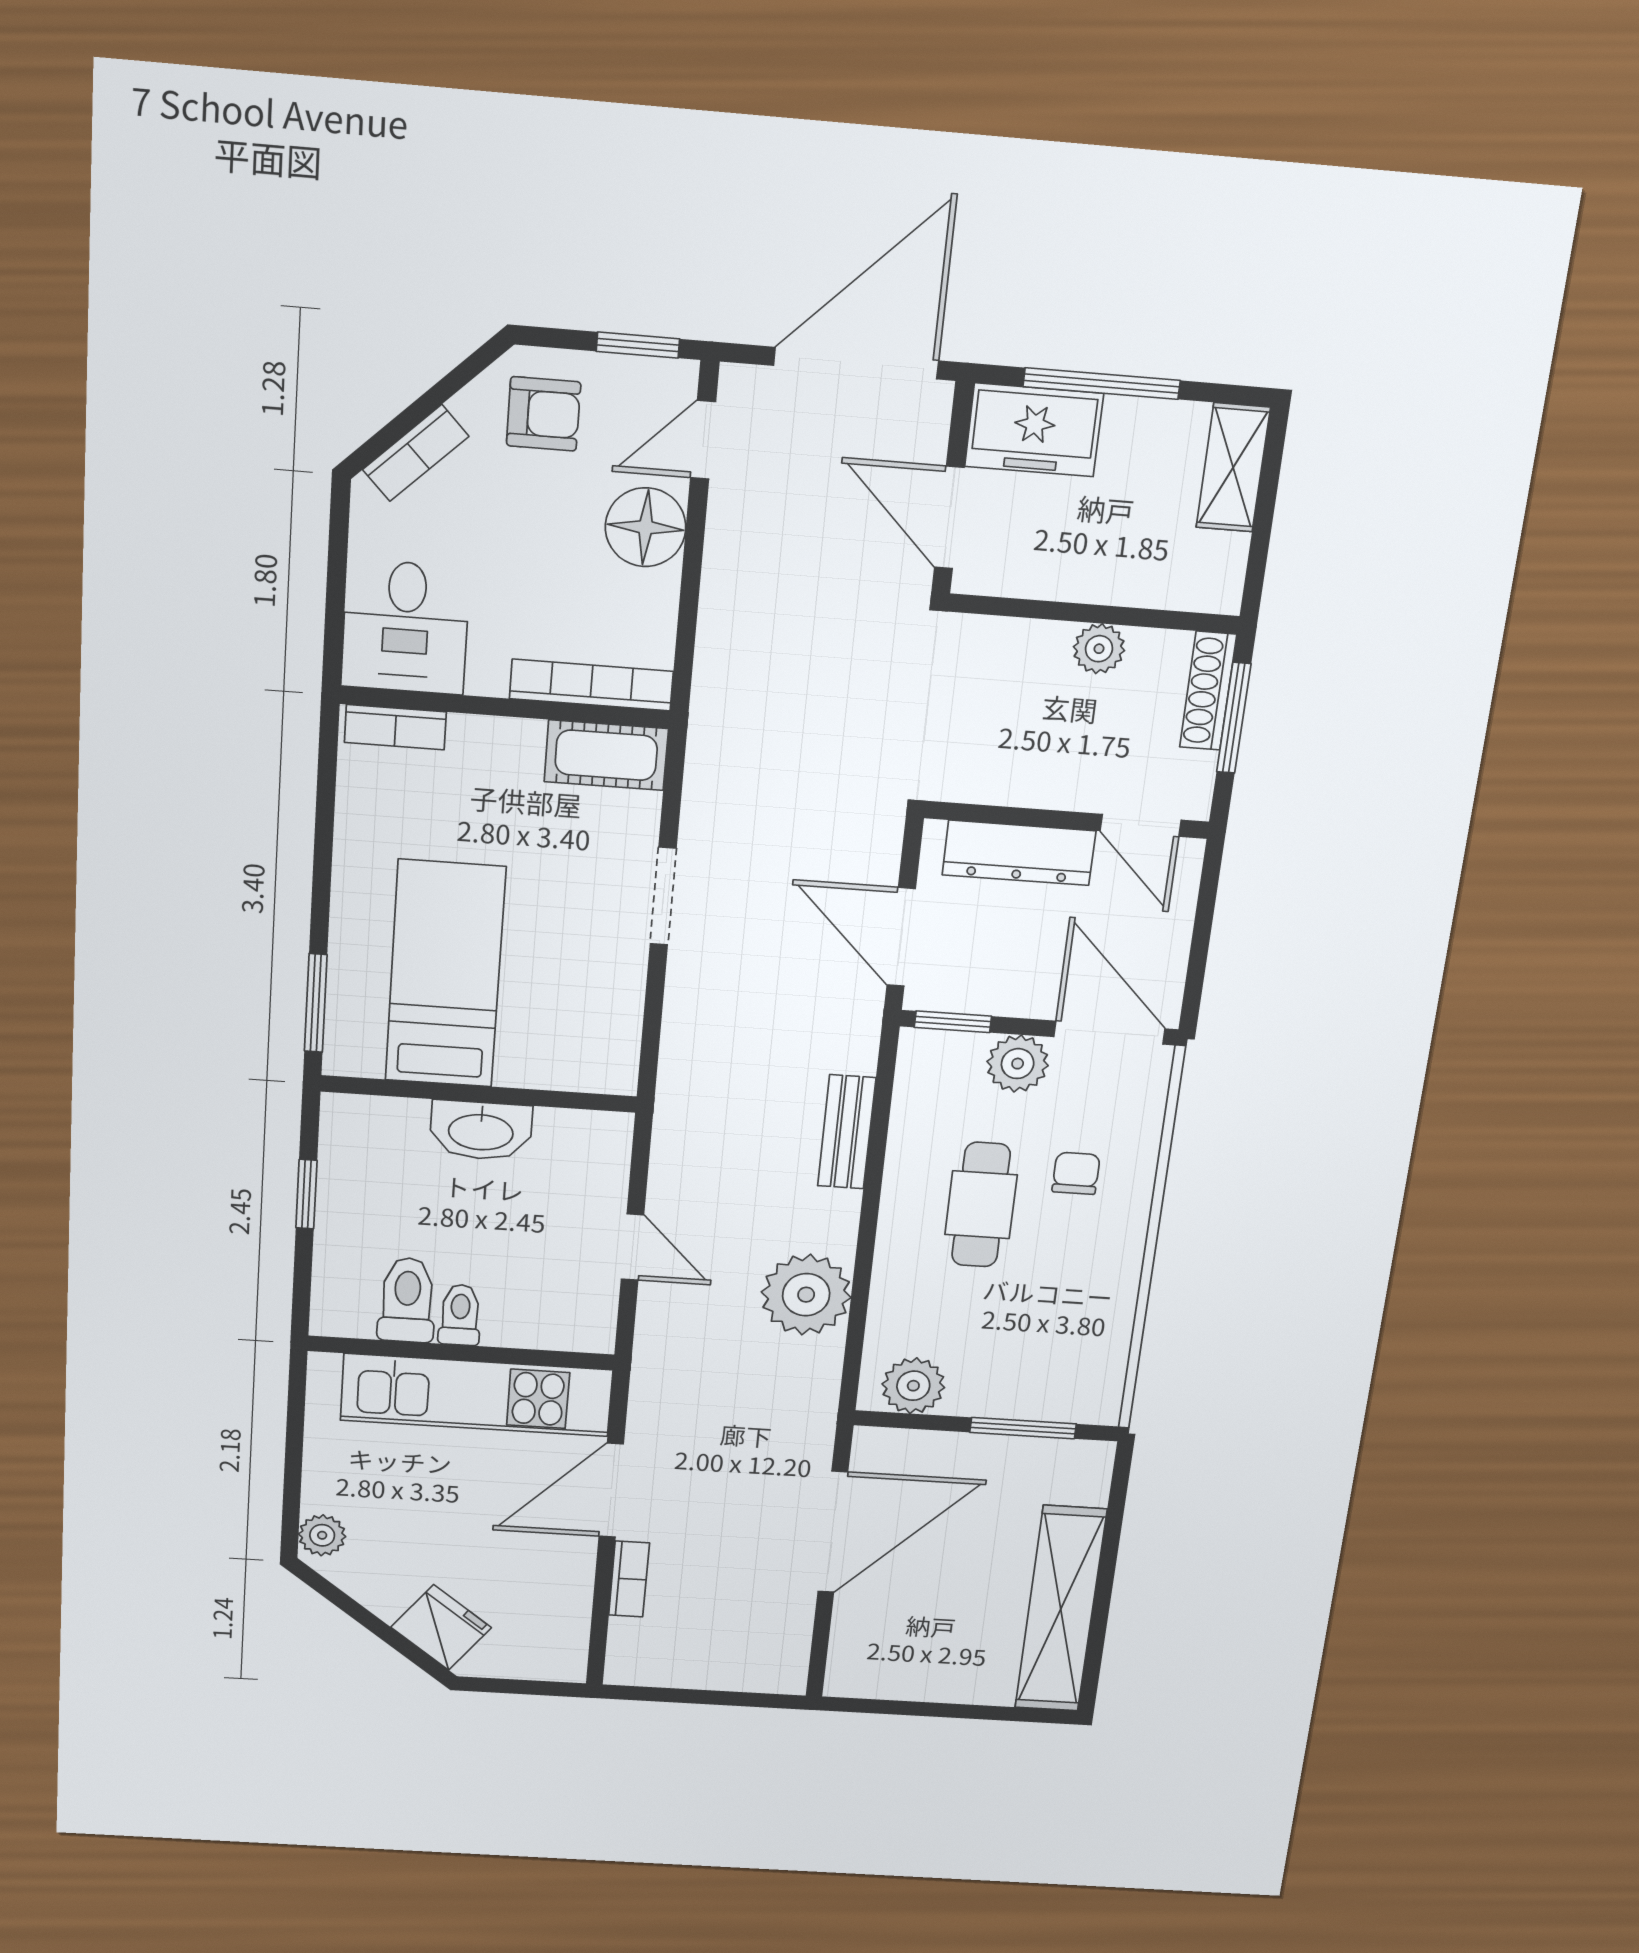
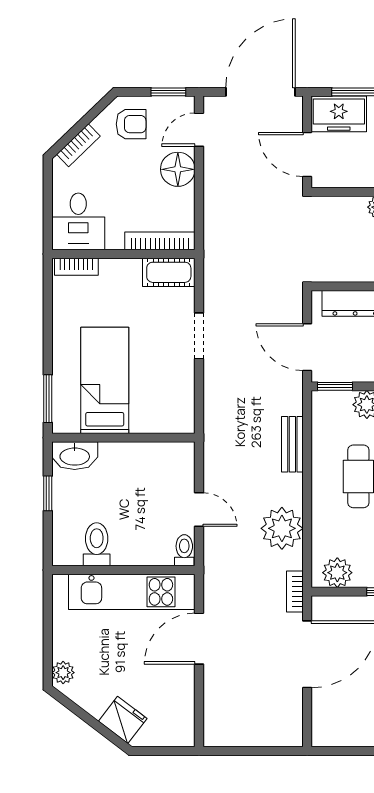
washbasin: (481, 1131) -> (75, 456), moved
toilet: (460, 1315) -> (184, 550), moved
bookcase: (629, 1579) -> (295, 591), moved, turned 180

